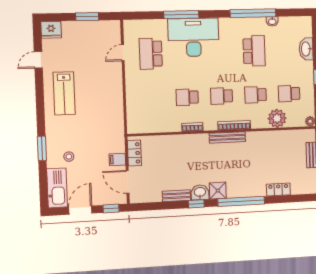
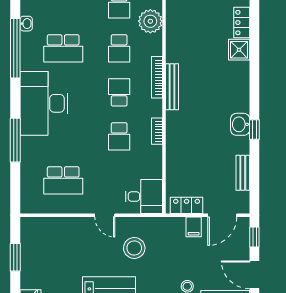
desk: (193, 37) -> (44, 103), moved
school desk: (254, 51) -> (63, 48), turned 180
door: (123, 53) -> (105, 215), moved
school desk: (222, 96) -> (119, 92), turned 180
stool: (98, 113) -> (134, 248), added
desk: (140, 119) -> (144, 197), added
shower: (218, 191) -> (239, 50), moved
bench: (176, 196) -> (243, 173), moved
window: (241, 201) -> (254, 72), removed

